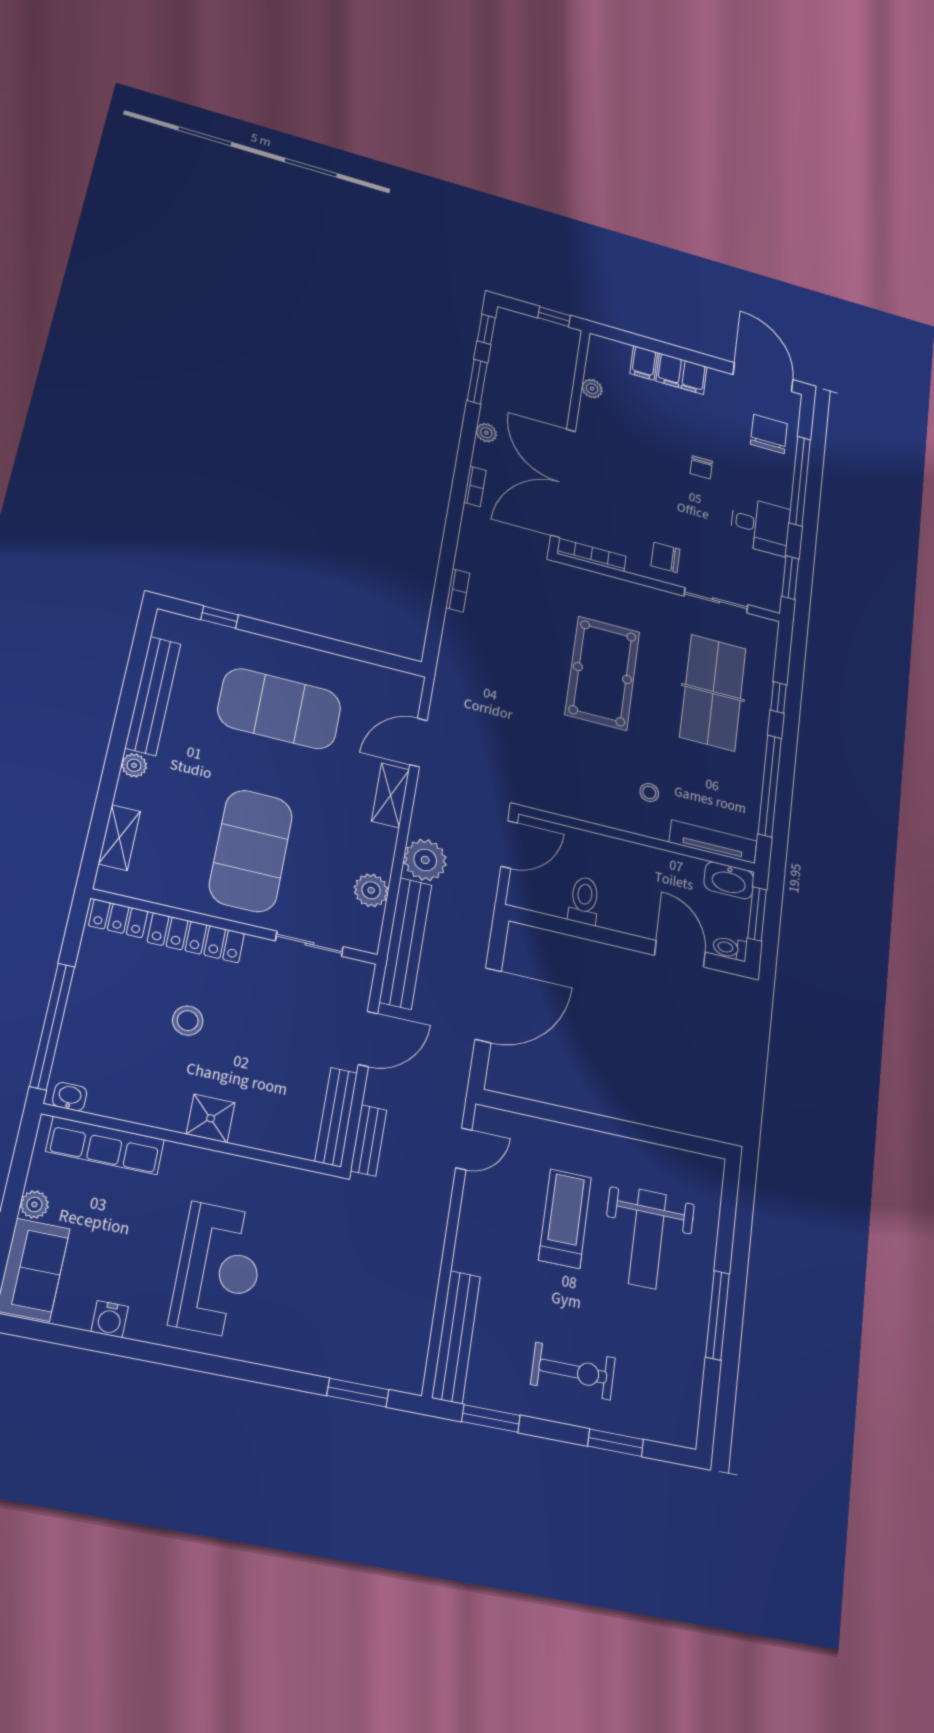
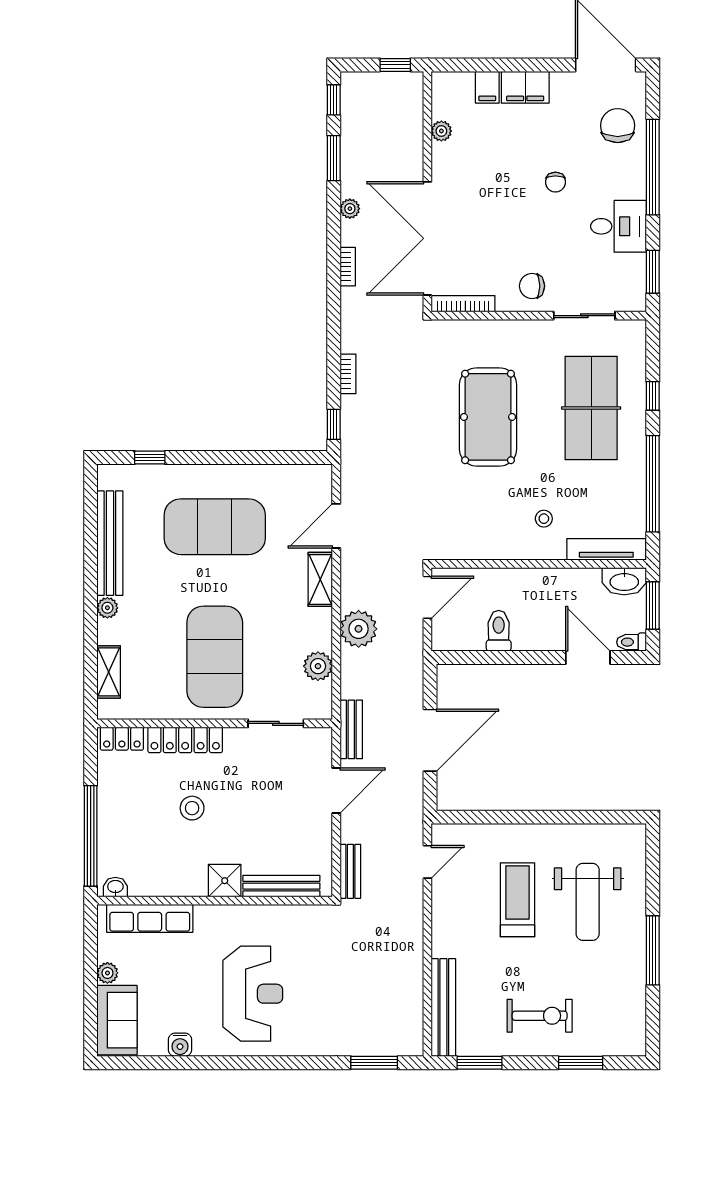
window: (434, 637) -> (334, 424), added
bench: (406, 943) -> (351, 729), width x0.54, depth x0.82
bench: (336, 1117) -> (281, 886), moved, turned 90

